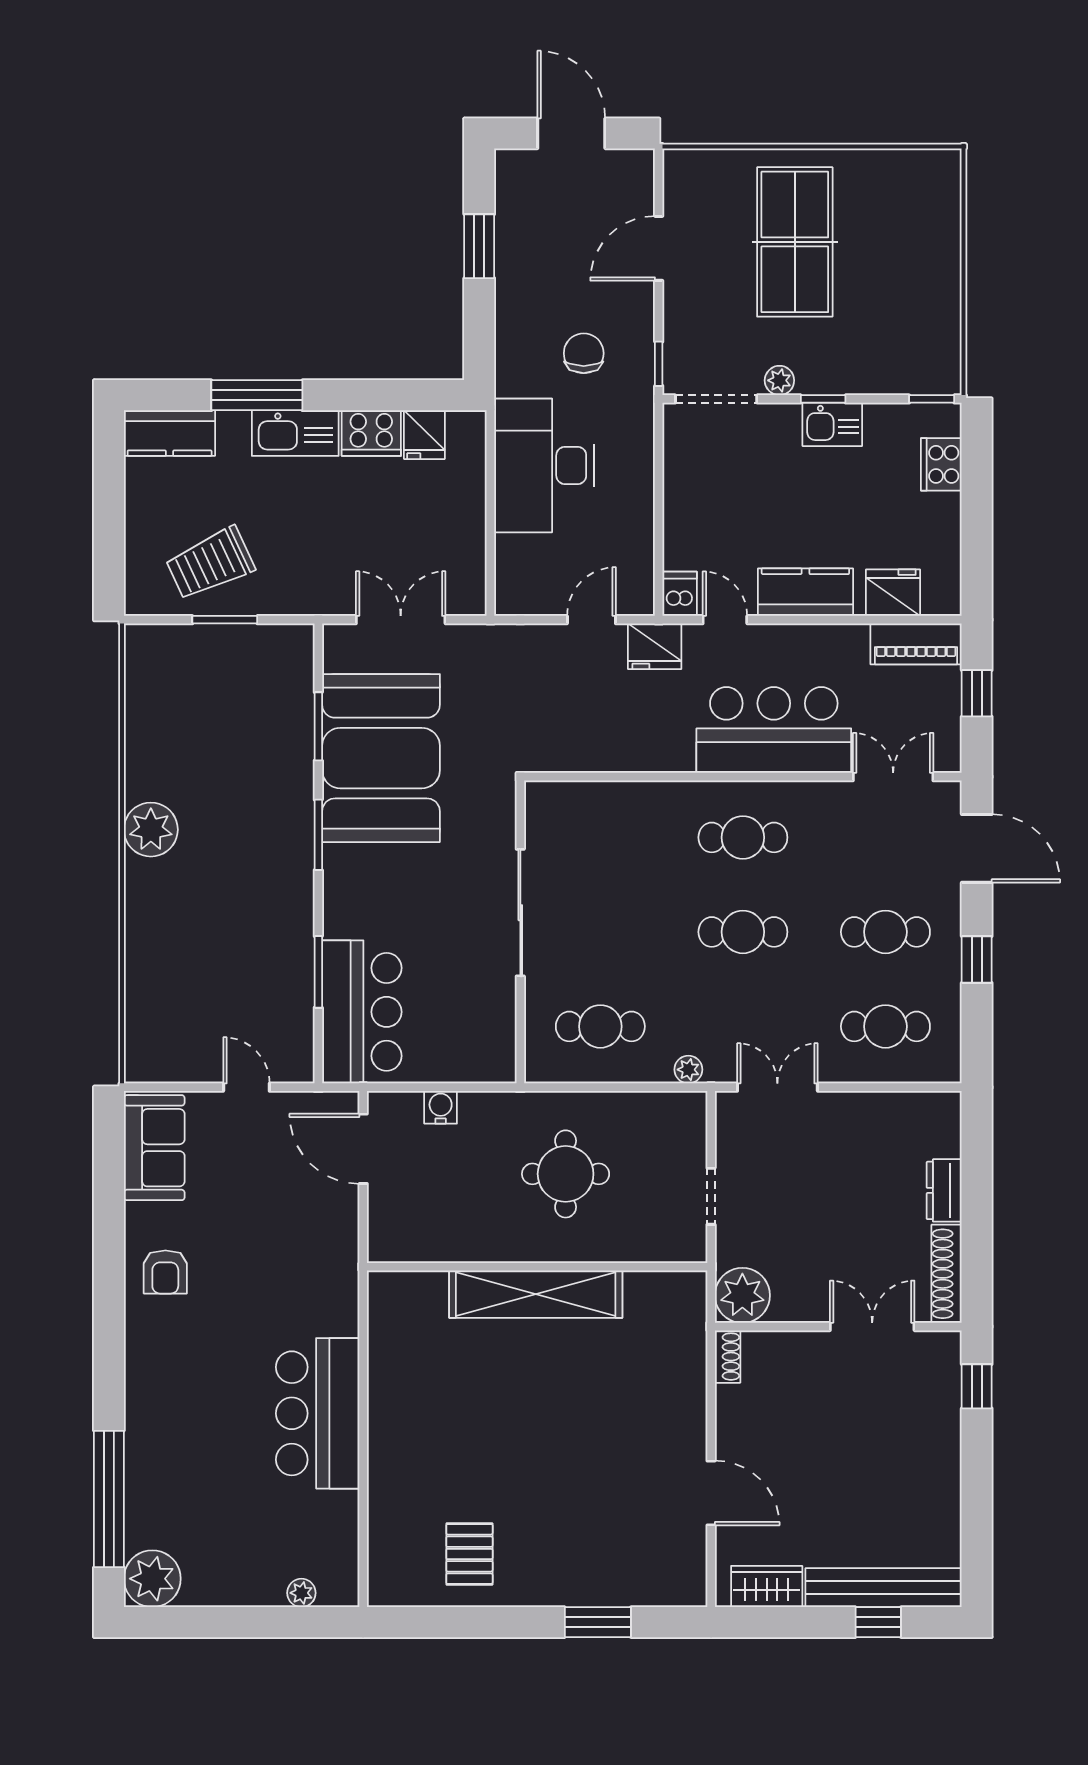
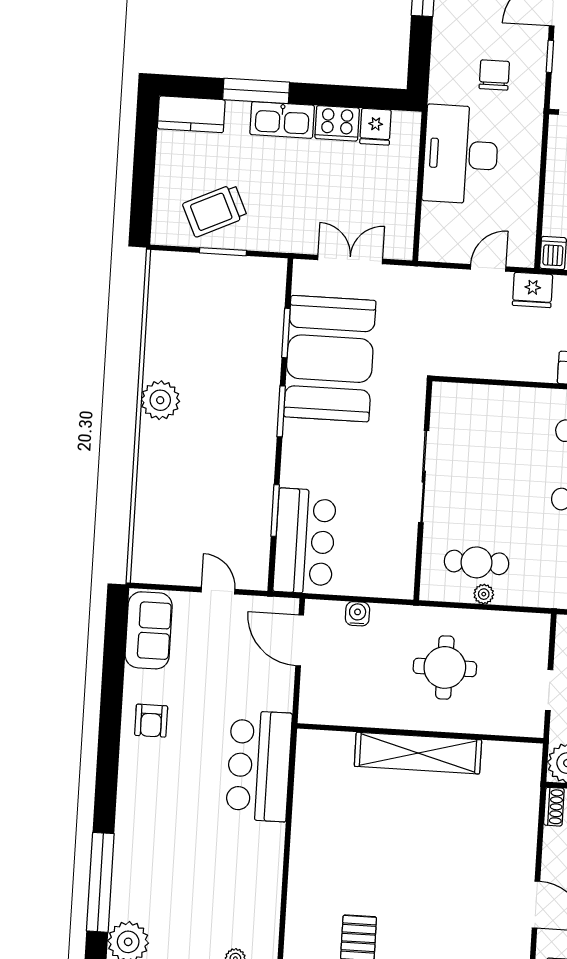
window: (659, 364) -> (550, 56), moved
plant: (688, 1070) -> (484, 594), moved
bar counter: (318, 1413) -> (259, 766), moved

